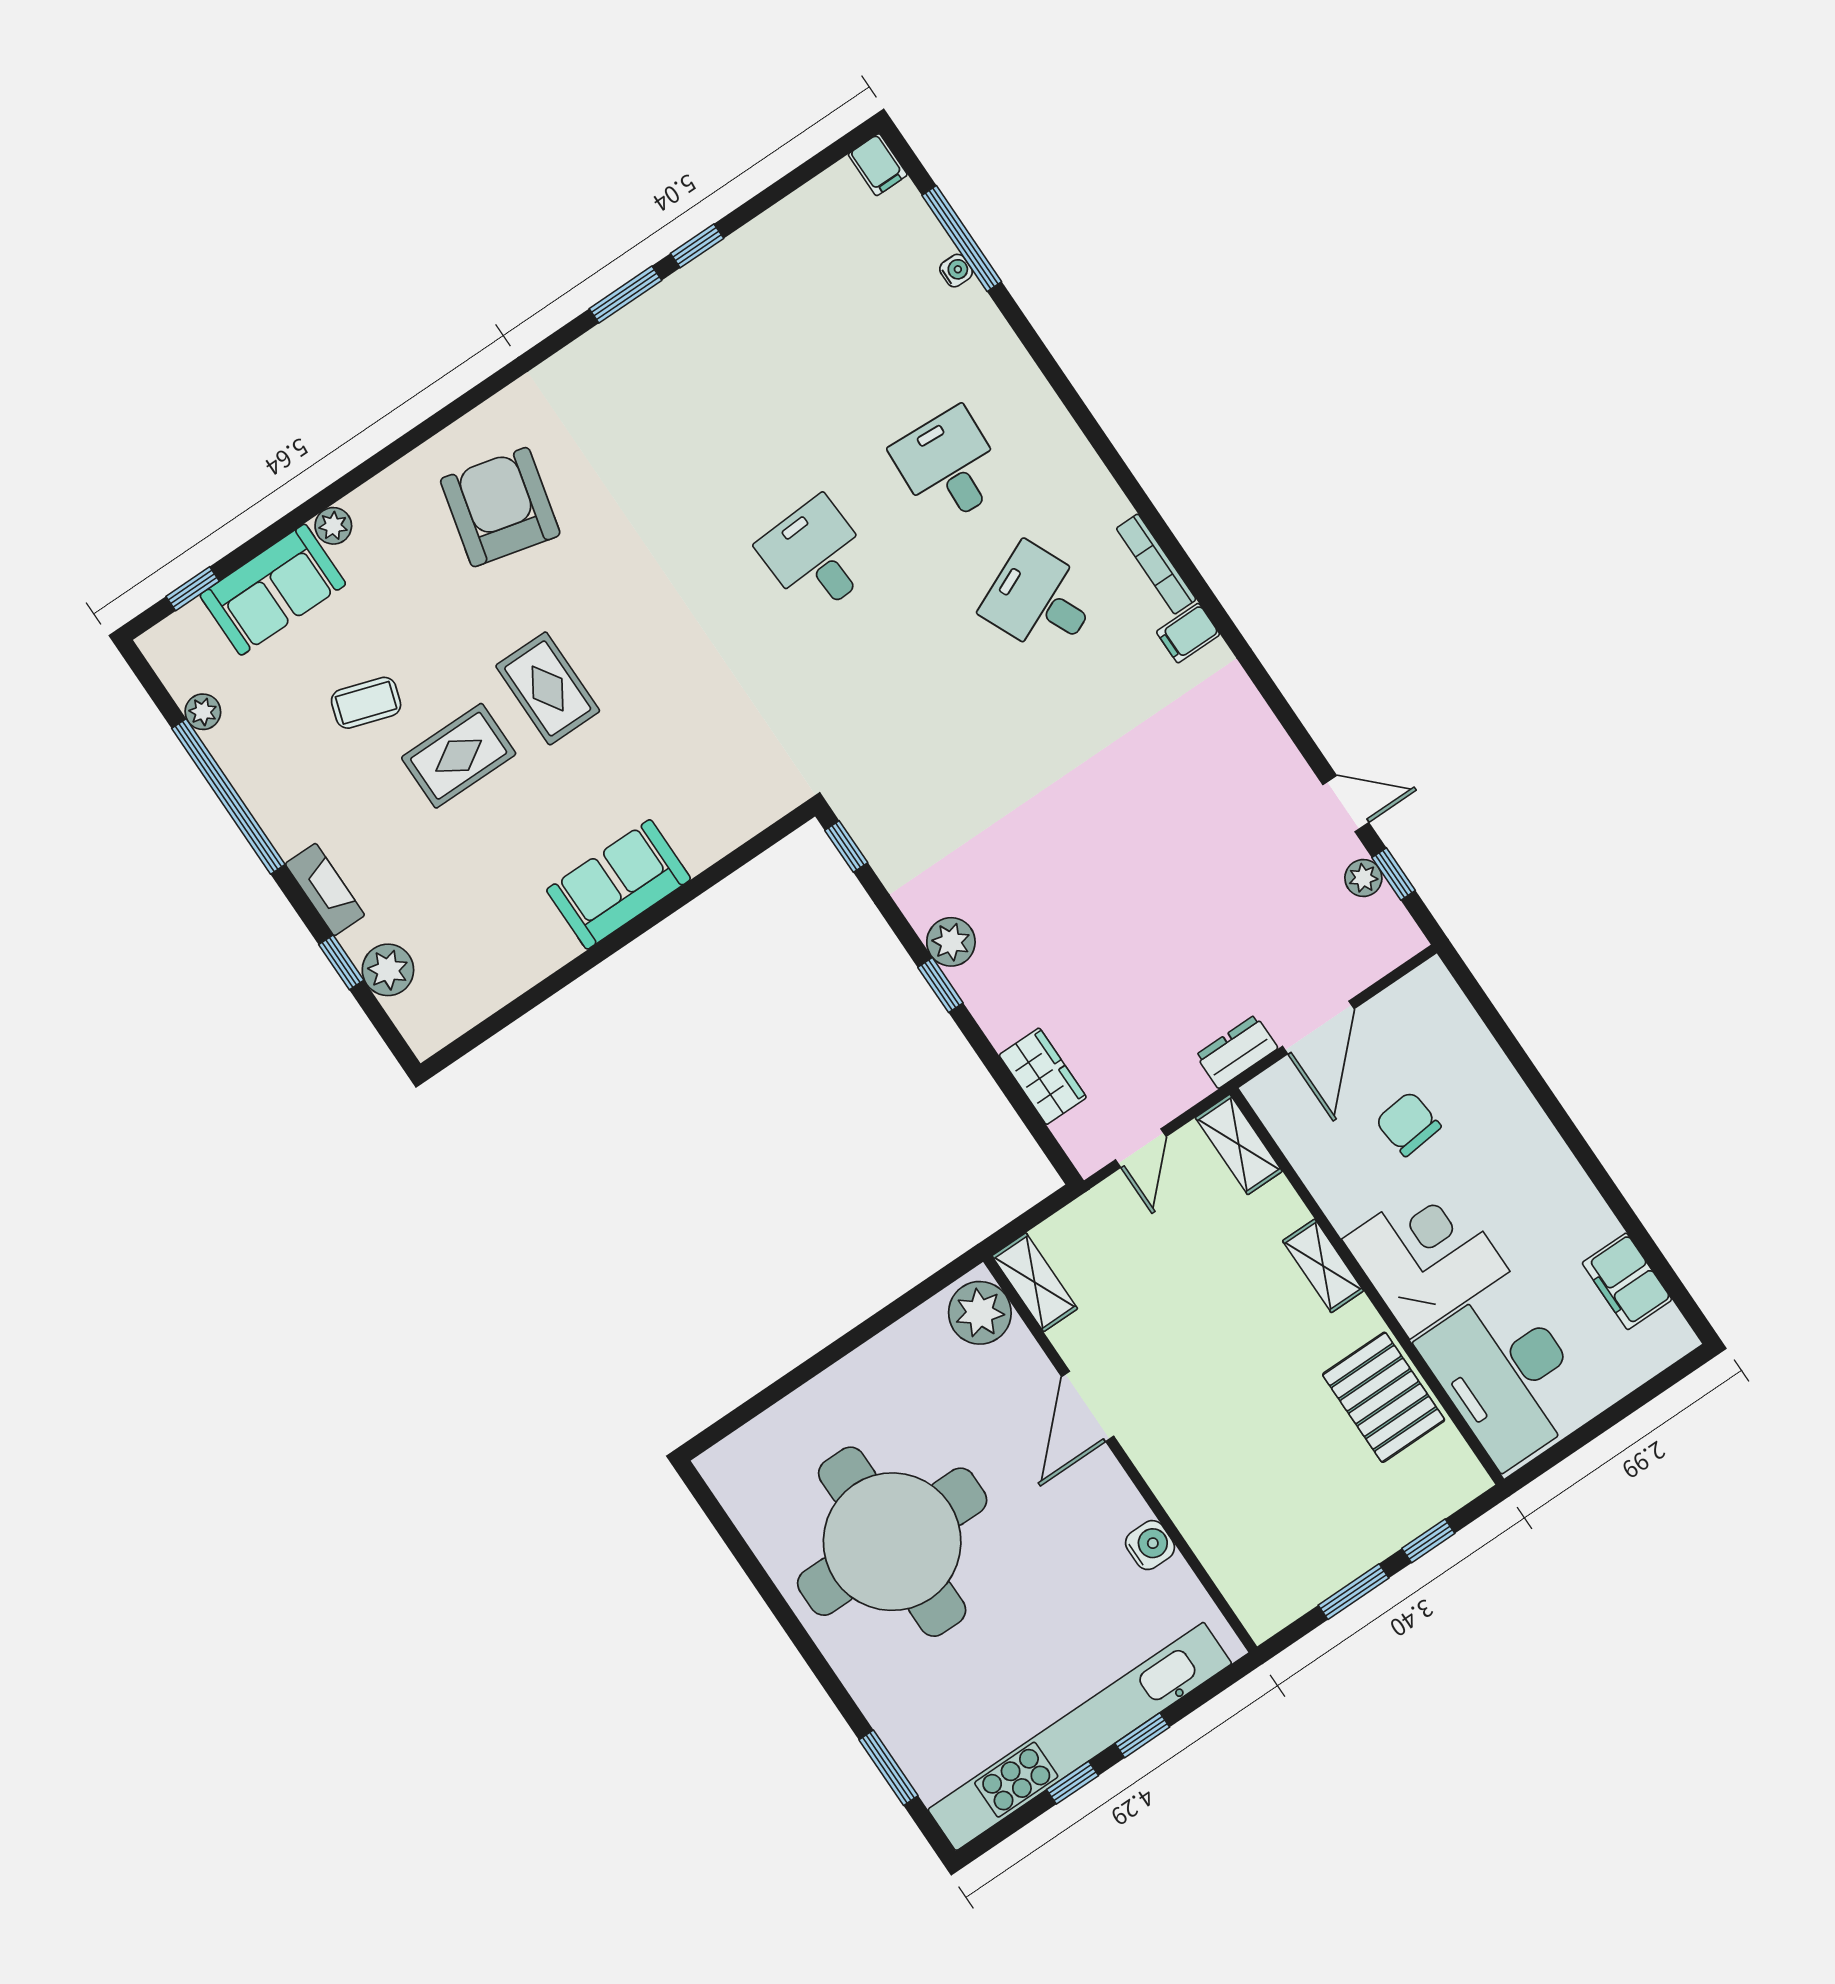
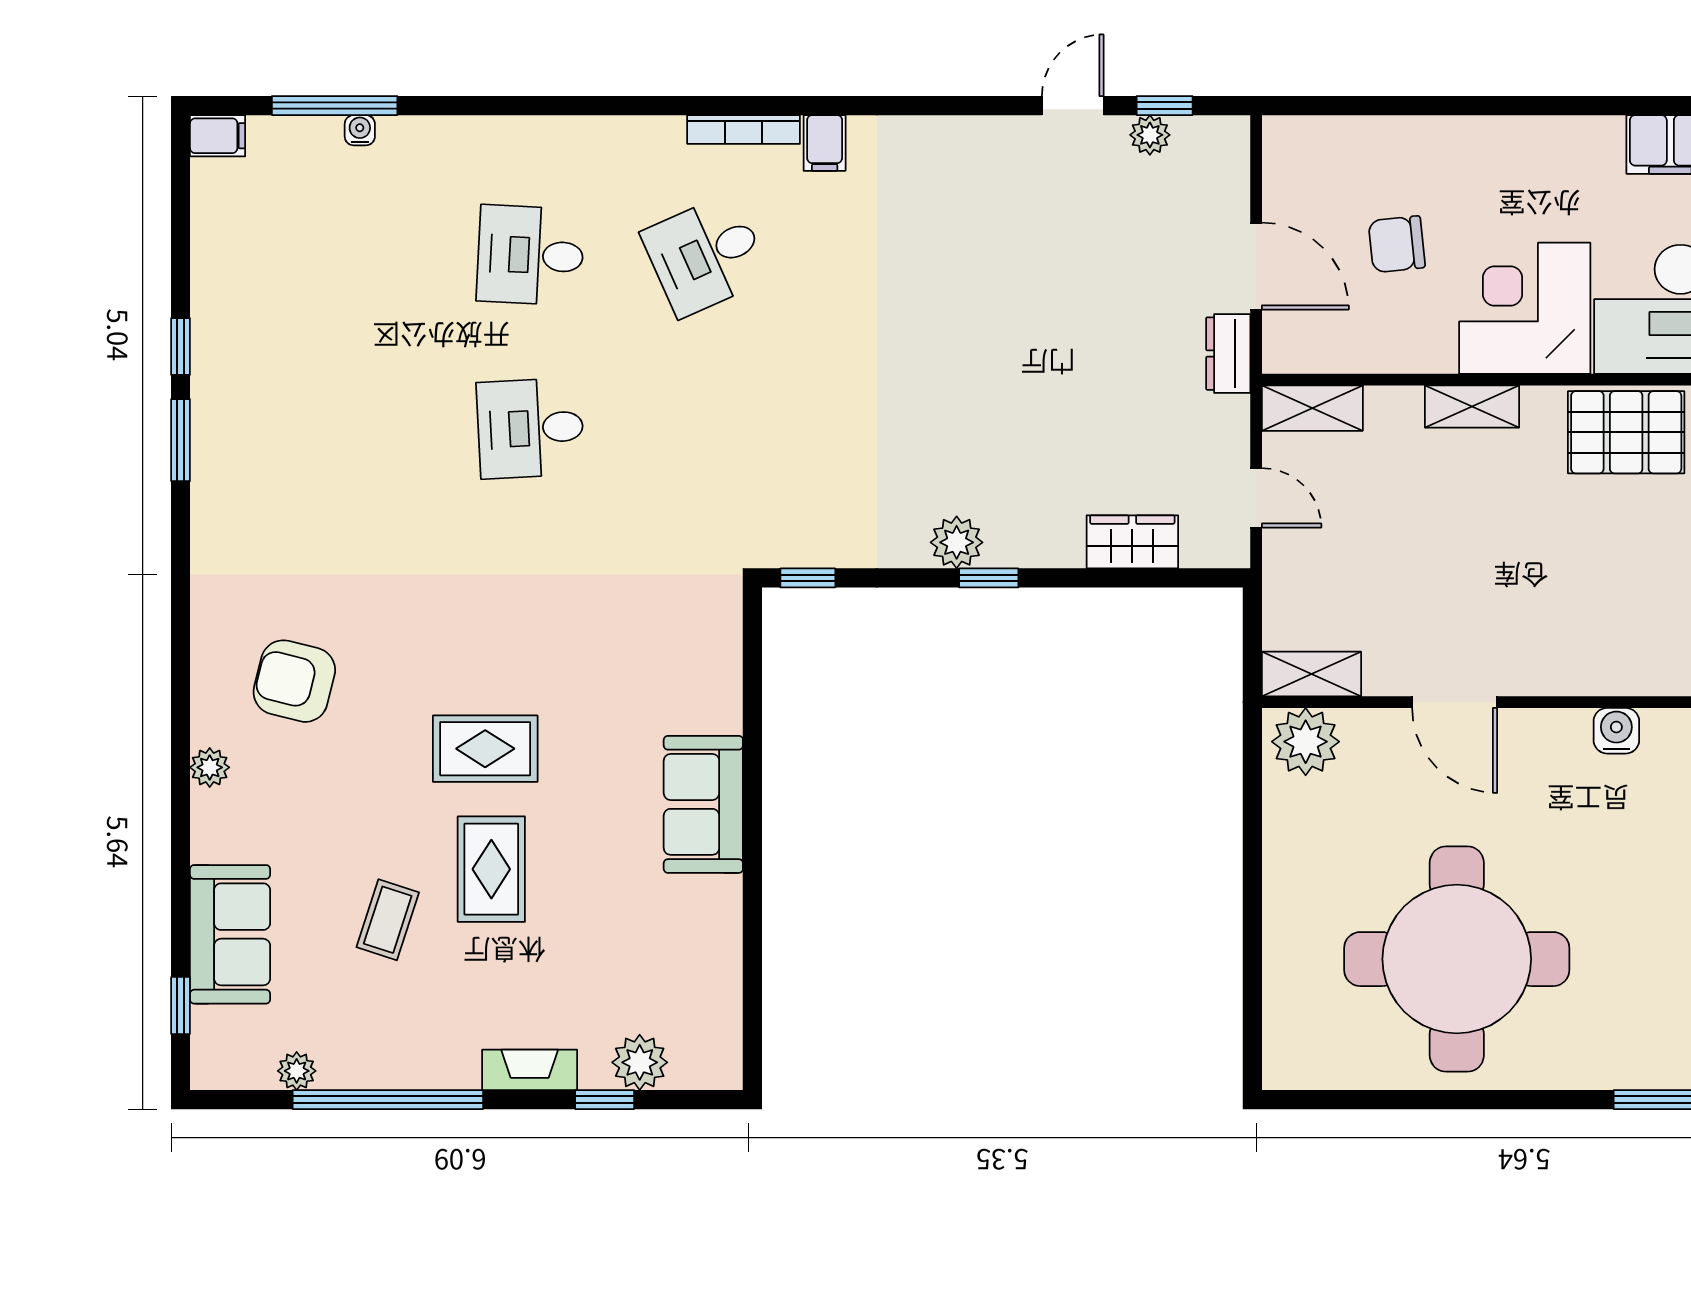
armchair: (500, 507) -> (294, 681), width x0.73, depth x0.73
plant: (333, 526) -> (210, 767), moved

